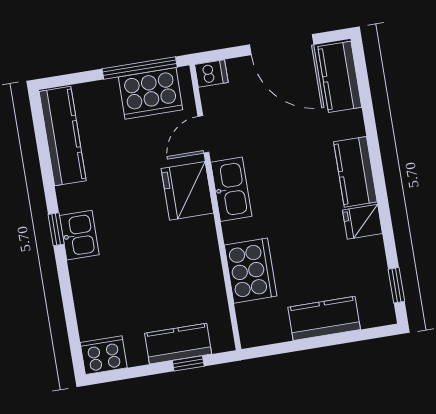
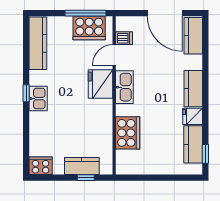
dishwasher: (211, 73) -> (124, 38), moved
kitchen counter: (324, 318) -> (193, 144), moved, turned -90

